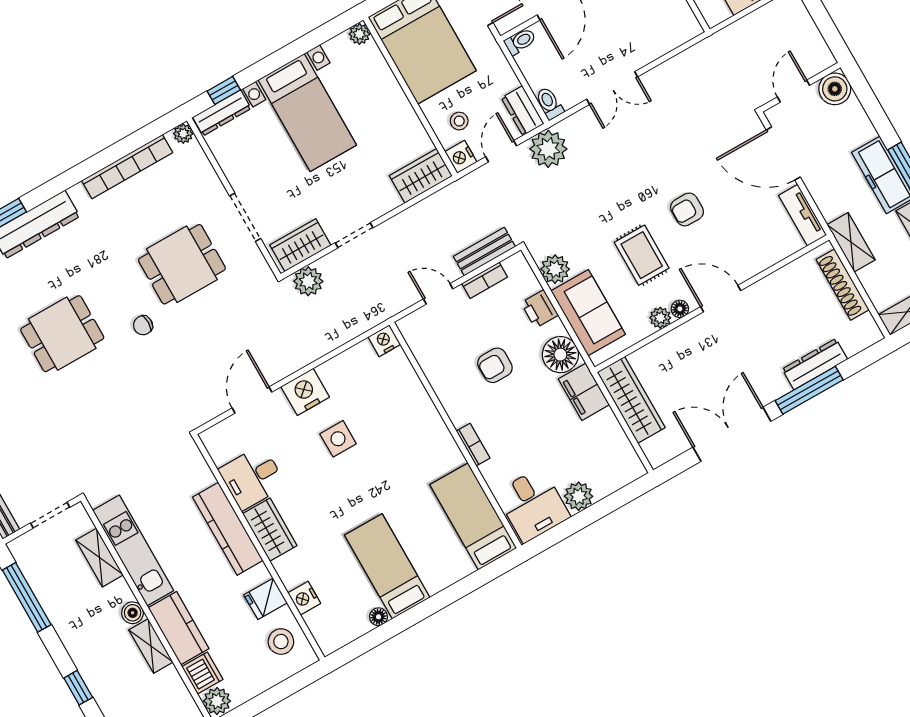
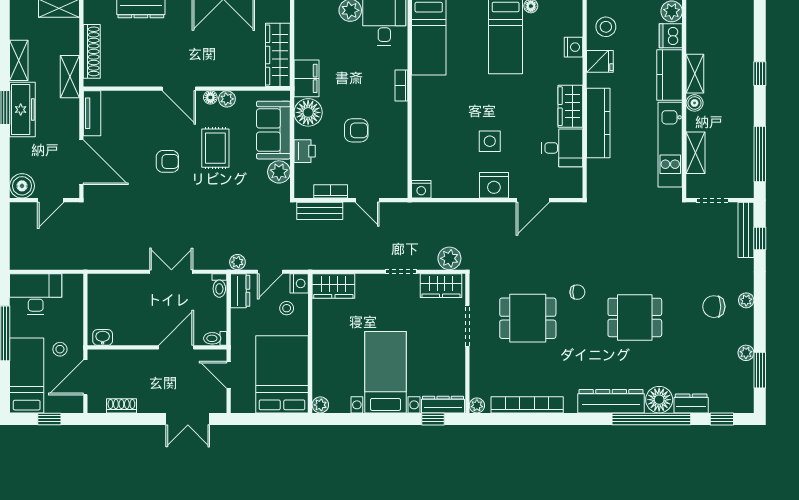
plant: (548, 149) -> (237, 262), width x0.53, depth x0.53

